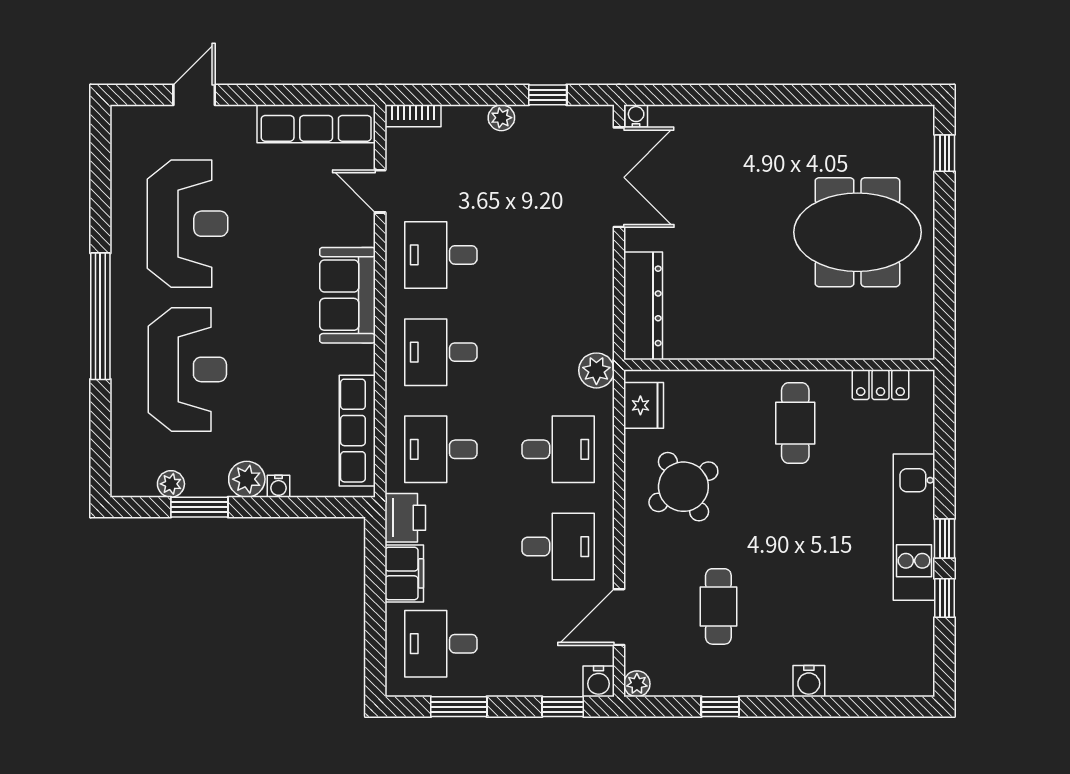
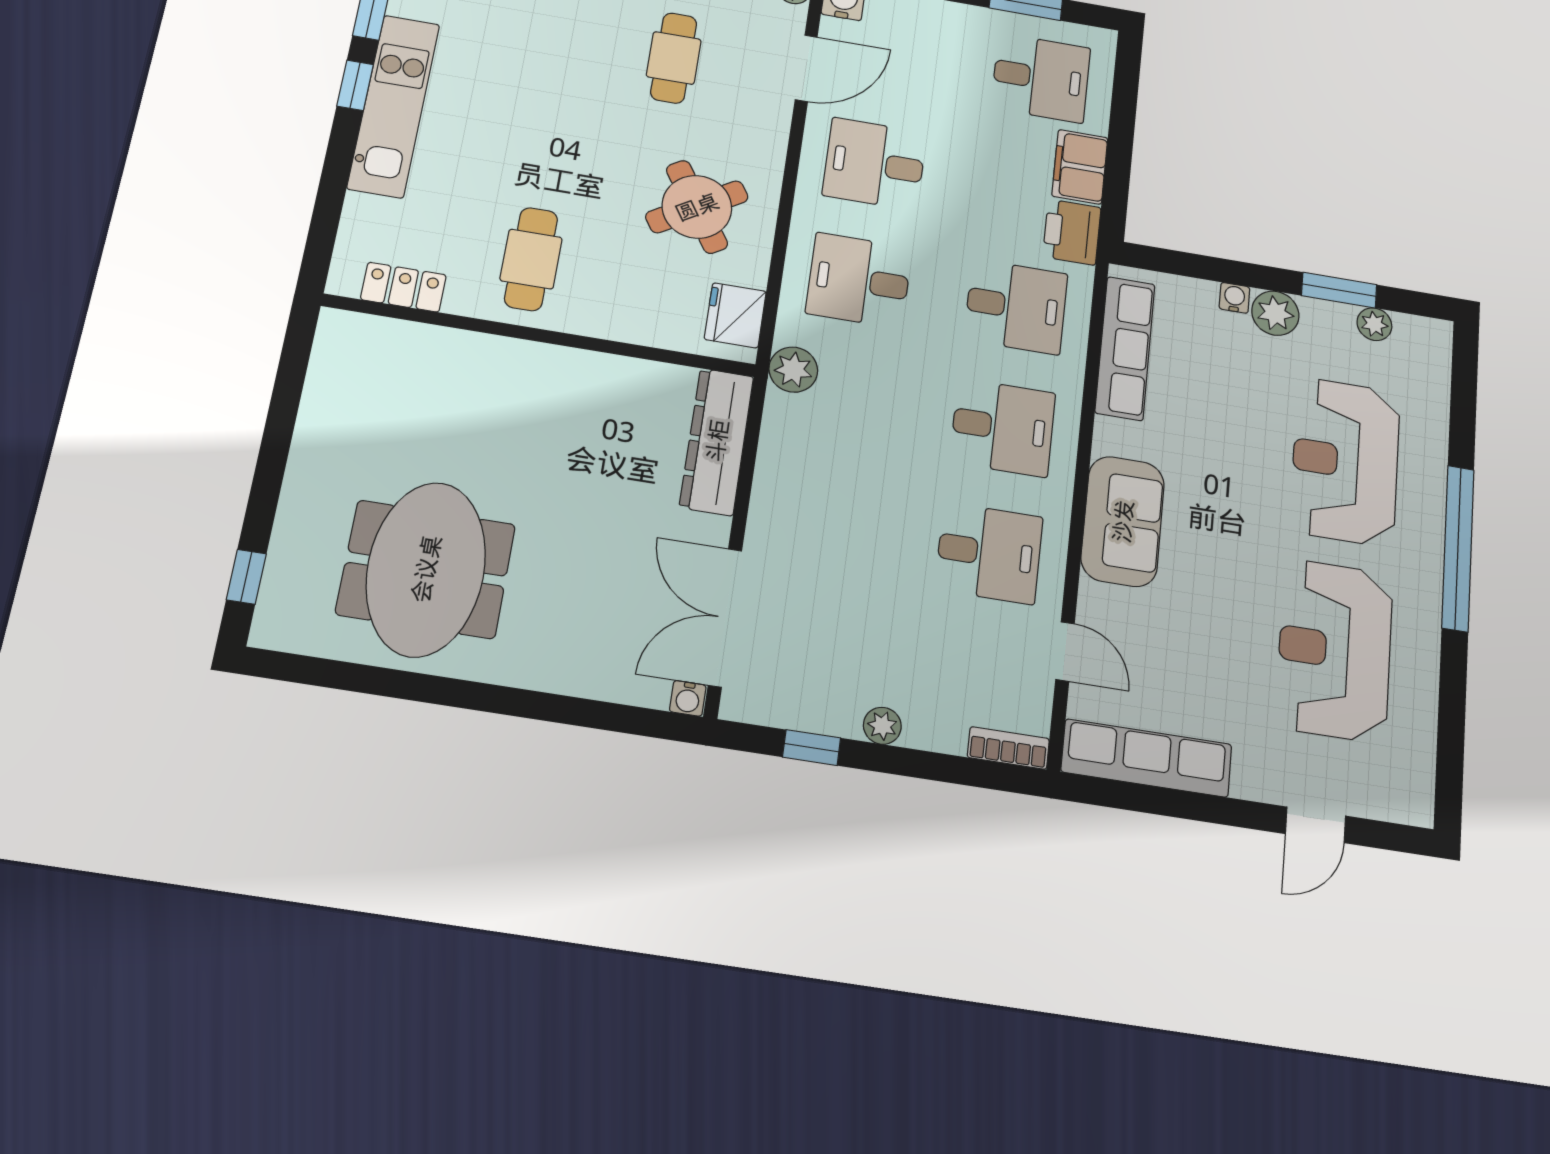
meeting table: (857, 232) -> (426, 569), moved, turned 90

